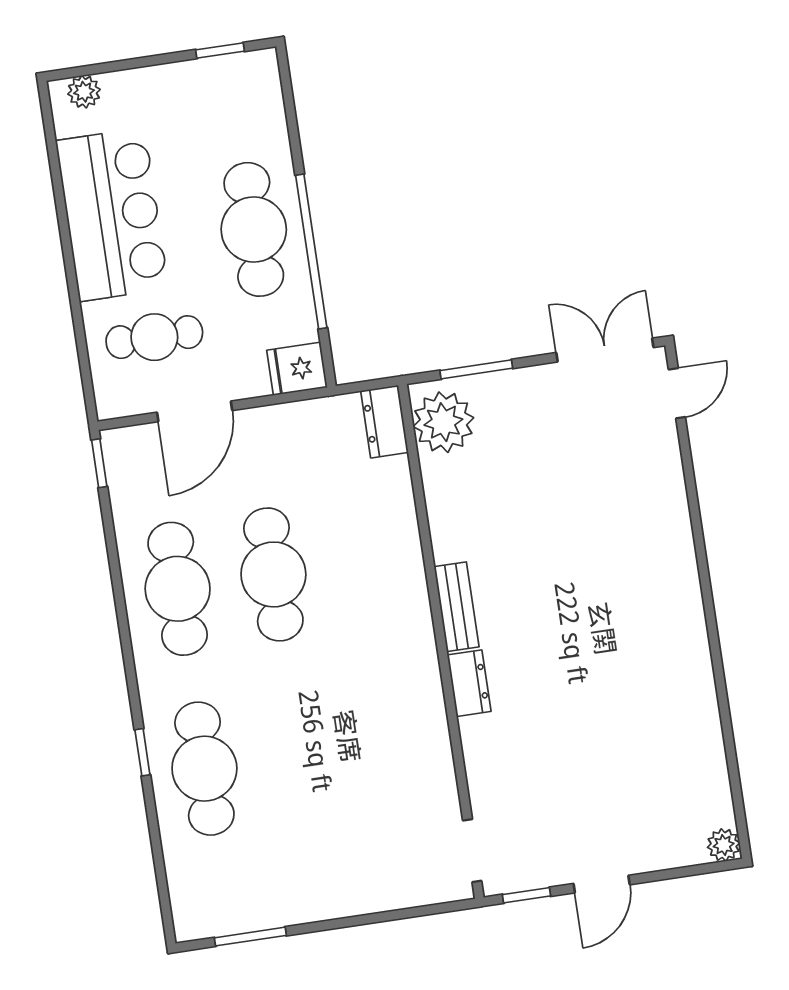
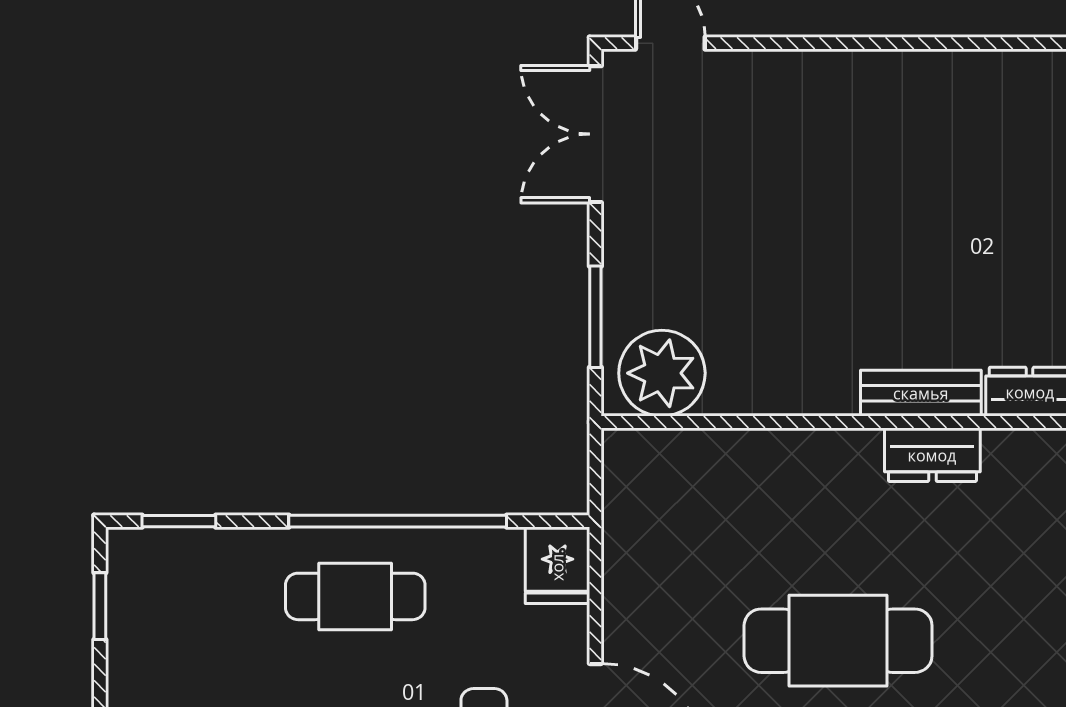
window: (288, 97) -> (179, 521), added
cafe table: (254, 229) -> (355, 596), width x0.73, depth x0.74
dresser: (385, 422) -> (932, 455), moved

